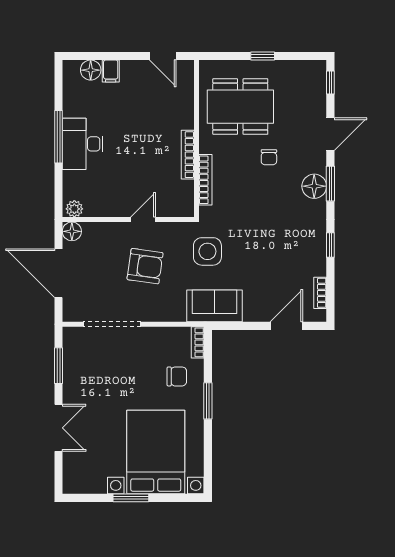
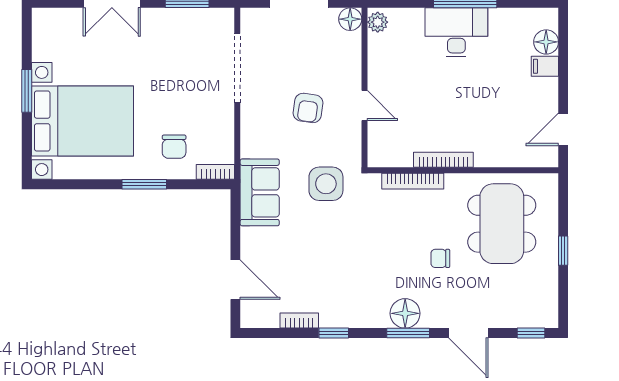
armchair: (145, 266) -> (308, 108), width x0.72, depth x0.72
bookcase: (320, 293) -> (299, 321), moved

